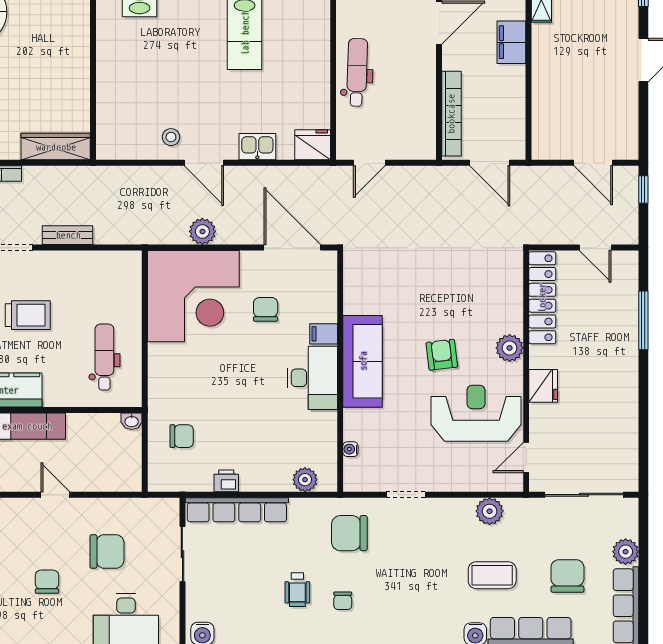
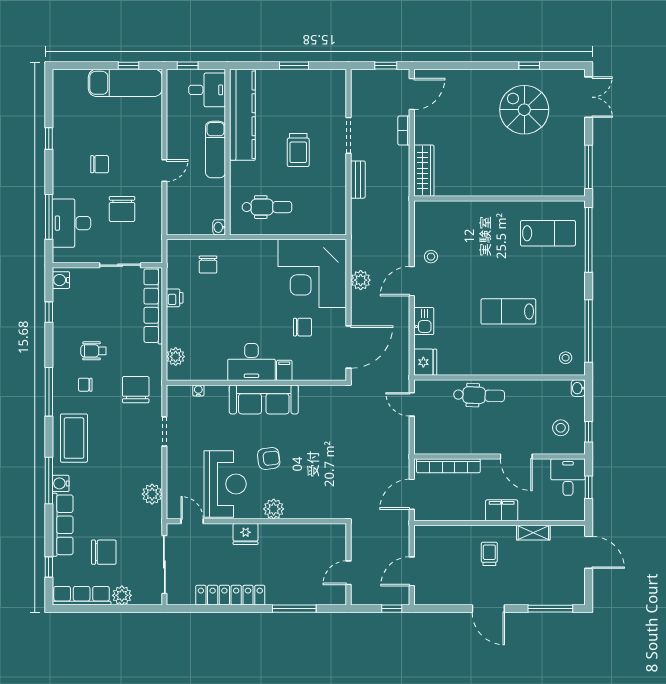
trolley: (570, 59) -> (489, 554), added
locker: (542, 298) -> (230, 595), moved, turned 180
coffee table: (492, 575) -> (74, 438), moved, width x1.36, depth x1.32

